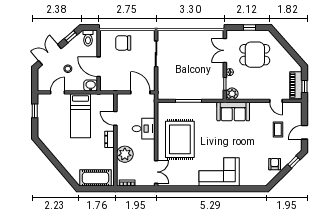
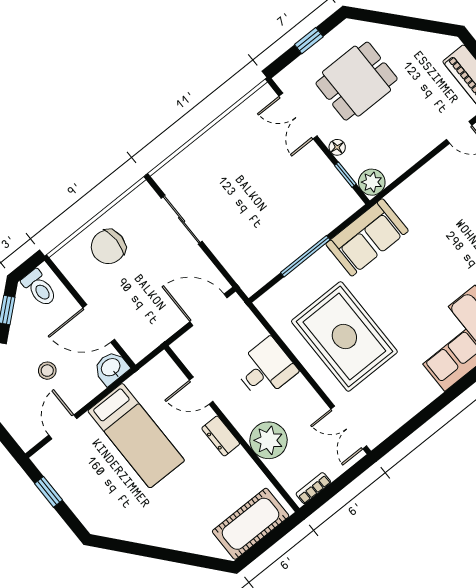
sofa: (233, 111) -> (367, 237), moved
double door: (156, 172) -> (349, 427), swing flipped

